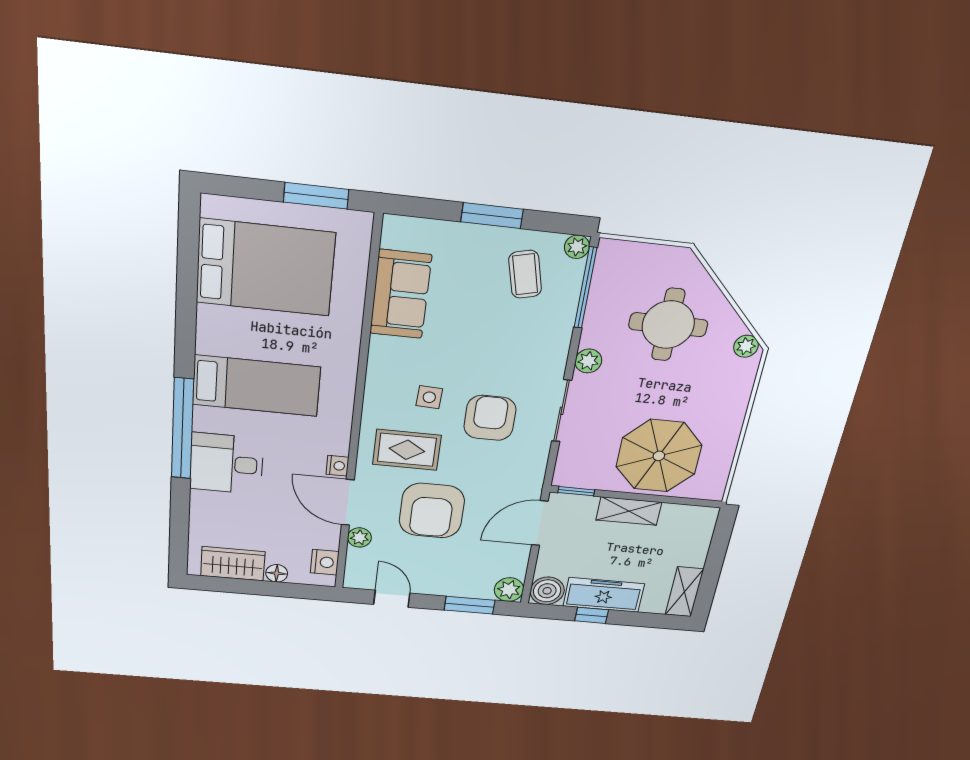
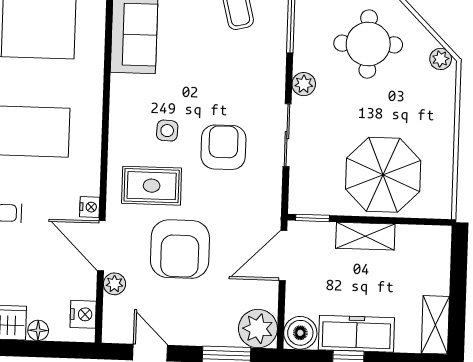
plant: (509, 590) -> (258, 329), width x1.36, depth x1.36

